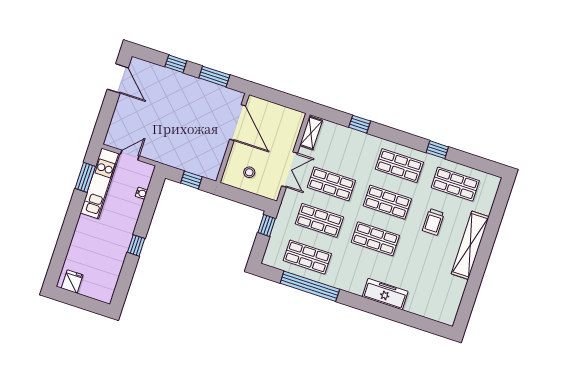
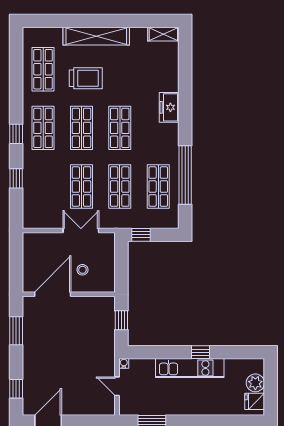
window: (176, 64) -> (16, 389), moved
shelving: (311, 133) -> (163, 34), moved
window: (437, 150) -> (16, 134), moved
stool: (249, 172) -> (82, 270), moved
kitchen unit: (100, 183) -> (190, 368), moved, turned 180
water cooler: (142, 193) -> (124, 363), moved
trolley: (433, 222) -> (86, 78), width x1.36, depth x1.39
plant: (90, 288) -> (255, 383), added
freezer: (385, 294) -> (169, 107), width x0.71

